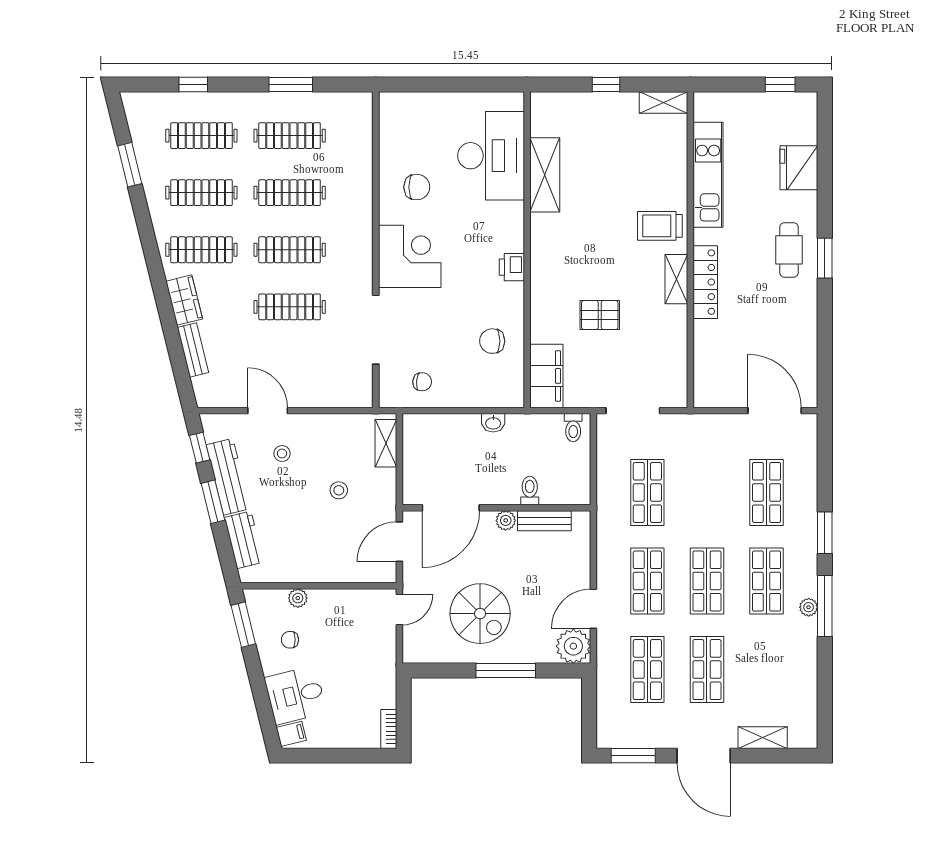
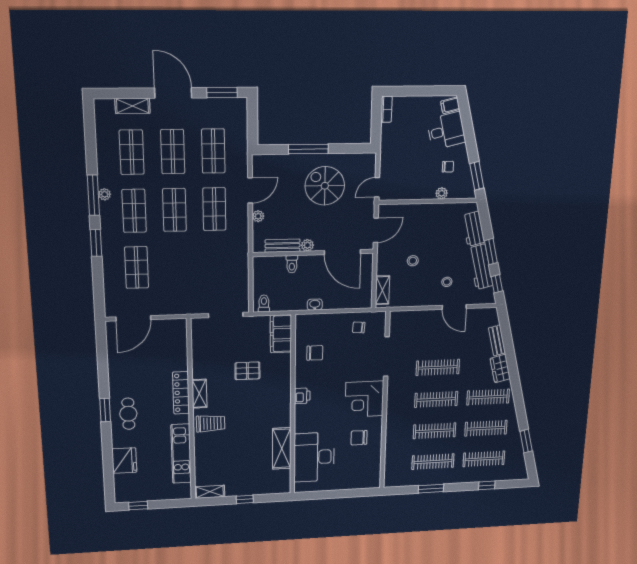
door: (775, 411) -> (133, 318), hinge flipped
shop shelf: (647, 492) -> (132, 152), moved
door: (451, 508) -> (342, 252), swing flipped
plant: (573, 646) -> (258, 216), moved, width x0.53, depth x0.53

